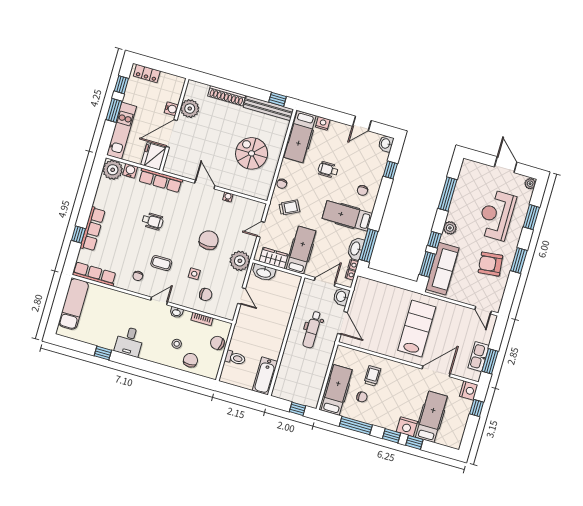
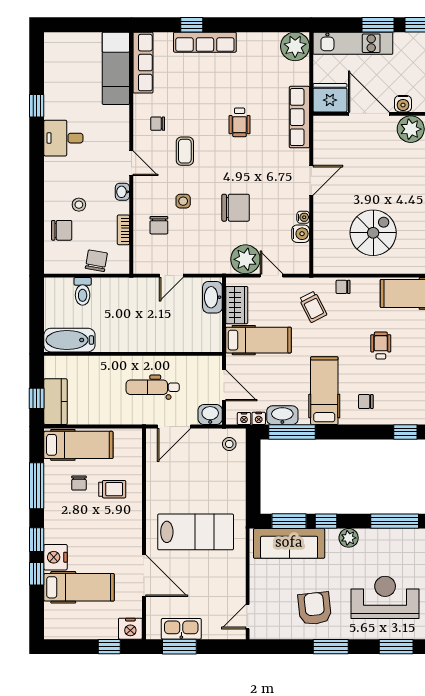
water cooler: (130, 171) -> (301, 234), moved
plant: (240, 261) -> (245, 259), moved
stool: (365, 289) -> (229, 444), added
exam couch: (74, 304) -> (116, 68), moved, turned 90
kitchen counter: (303, 397) -> (56, 402), added

